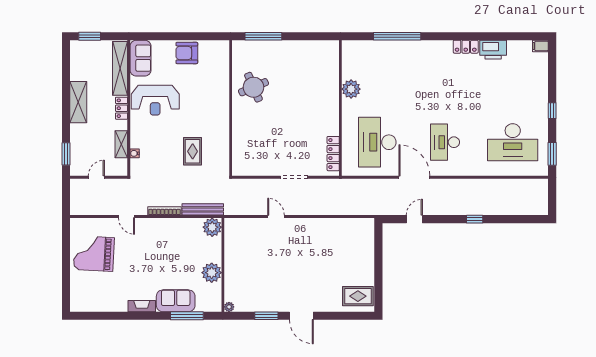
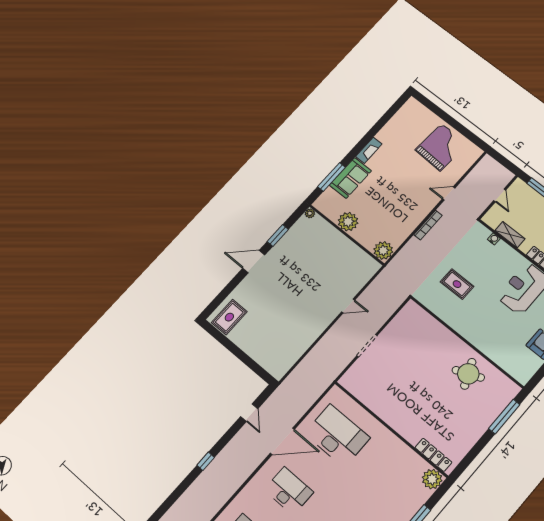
plant: (351, 89) -> (432, 479), moved
locker: (333, 154) -> (433, 455), moved
bench: (203, 209) -> (404, 255), removed

